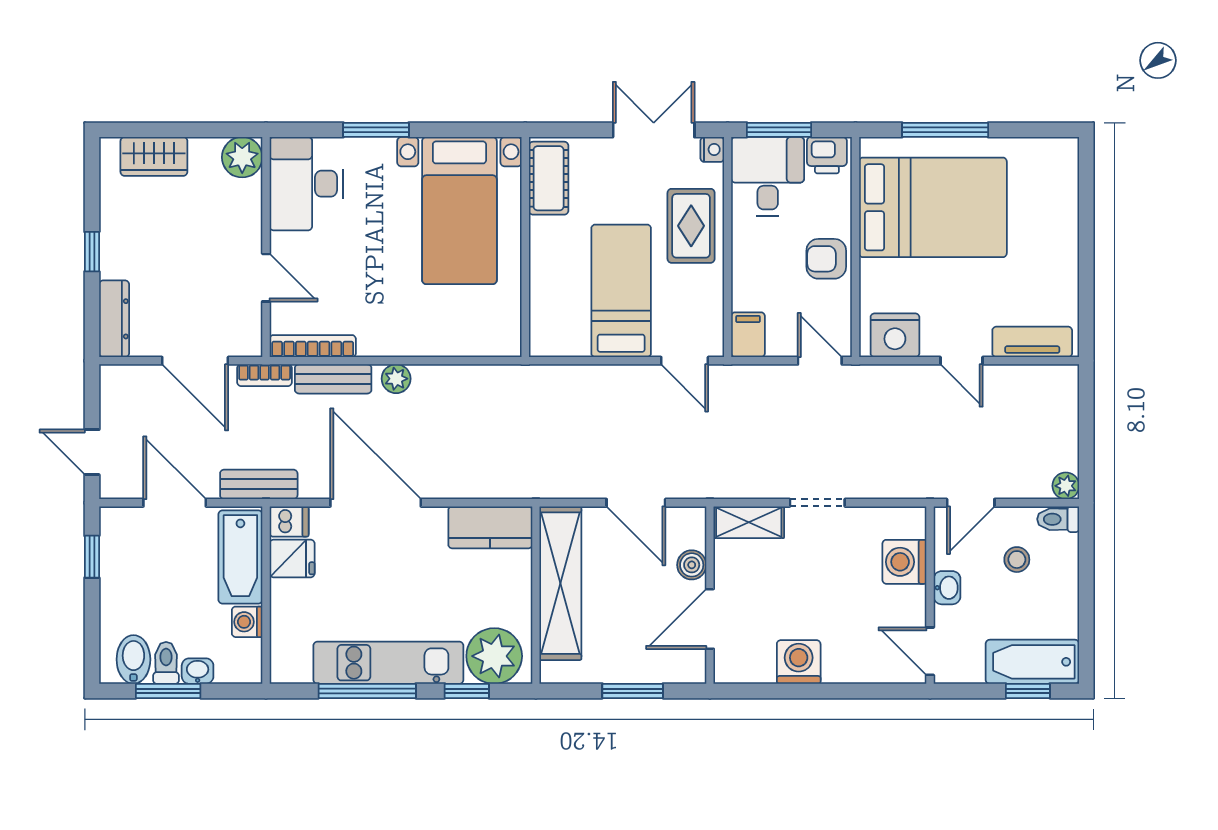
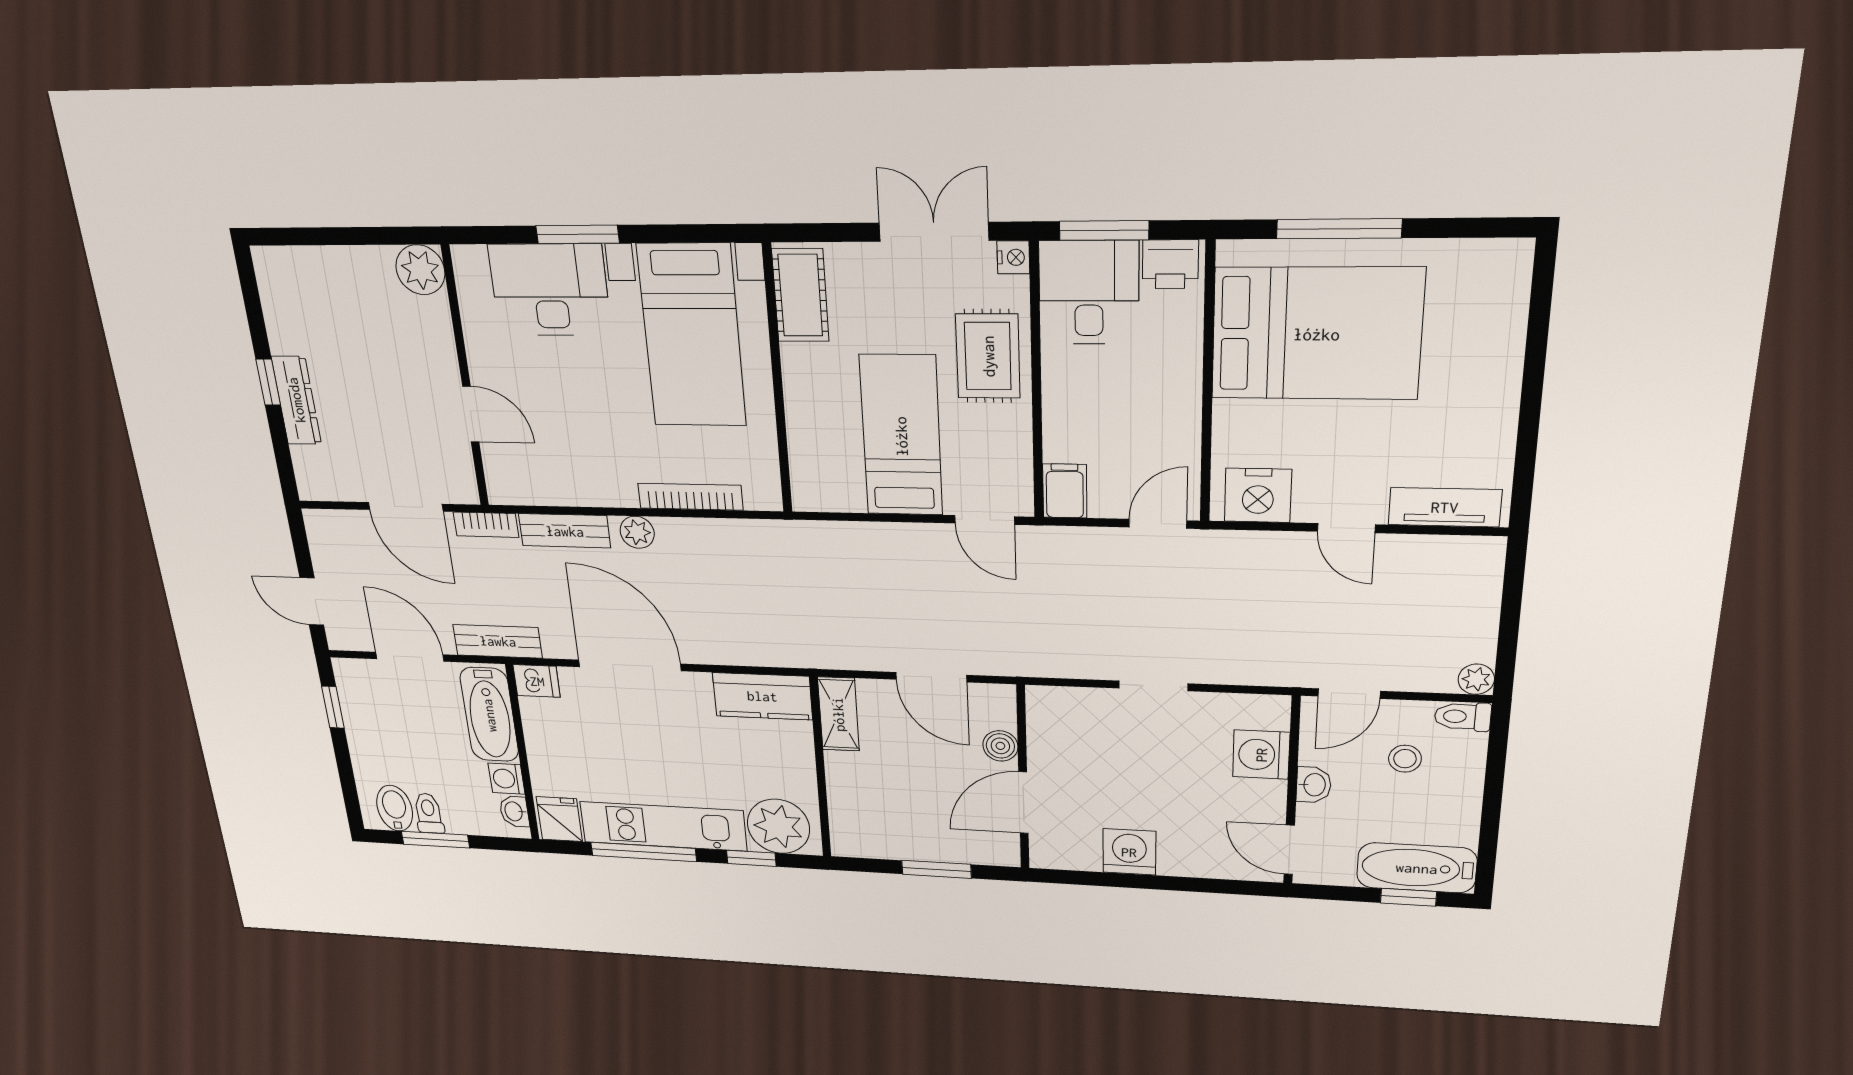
wardrobe: (154, 156) -> (317, 269), removed
desk: (306, 184) -> (550, 290), moved, turned 90
armchair: (826, 259) -> (1168, 399), removed
dresser: (114, 319) -> (296, 400), moved
bookcase: (313, 346) -> (690, 497), moved
door: (820, 361) -> (1158, 524), hinge flipped
shelving: (749, 522) -> (1068, 704), removed
fridge: (292, 558) -> (559, 819), moved, turned -90
shelving: (560, 583) -> (838, 714), width x0.45, depth x0.75
washbasin: (198, 671) -> (514, 811), moved, turned -90

